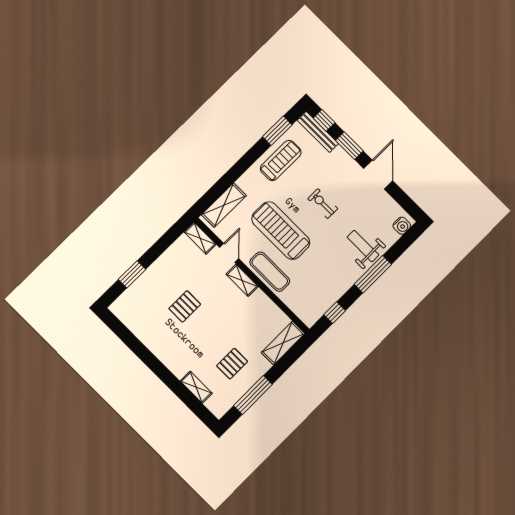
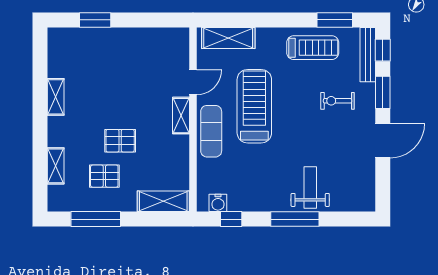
exercise bike: (323, 204) -> (338, 101), moved, turned -90
water cooler: (402, 226) -> (218, 203), moved
shelving: (200, 238) -> (56, 97), moved
pallet: (185, 306) -> (120, 141), moved

